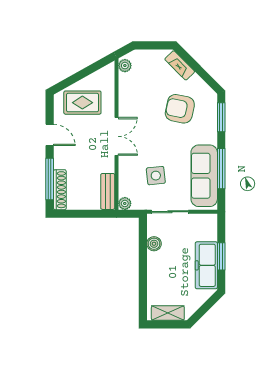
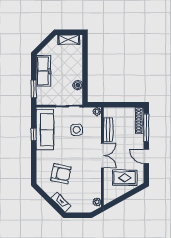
window: (221, 117) -> (34, 168), removed
double door: (117, 136) -> (102, 155), swing flipped
window: (221, 169) -> (34, 134), width x0.46
bench: (108, 191) -> (108, 130), moved
window: (221, 256) -> (34, 89), moved

